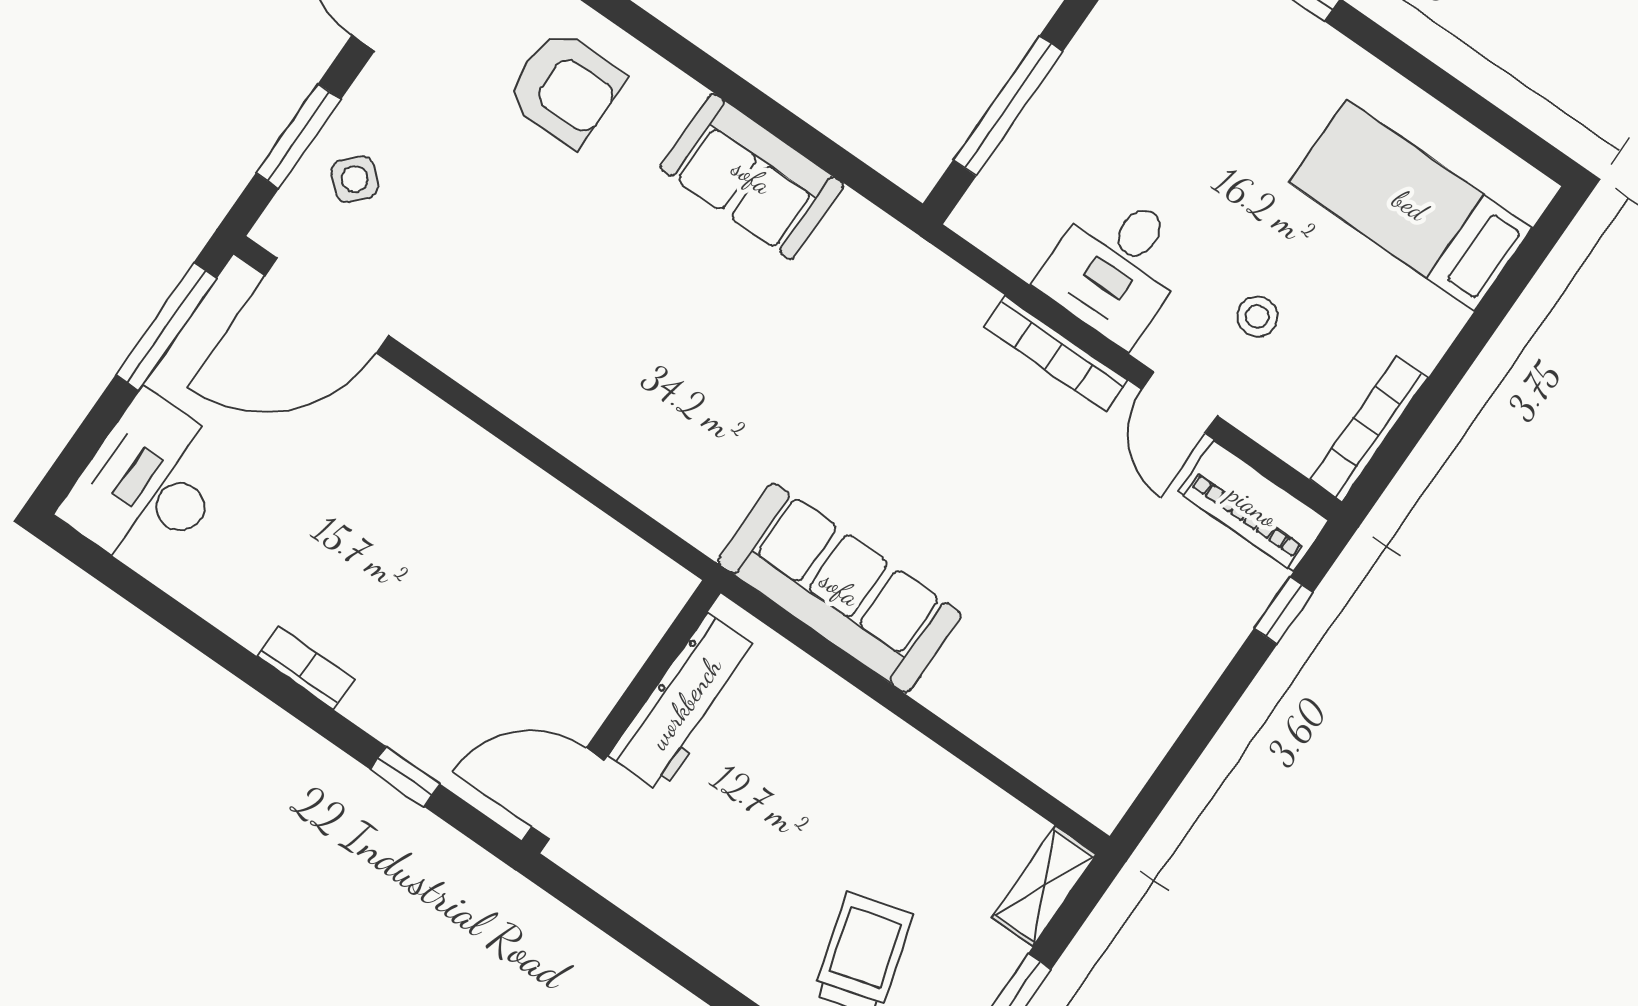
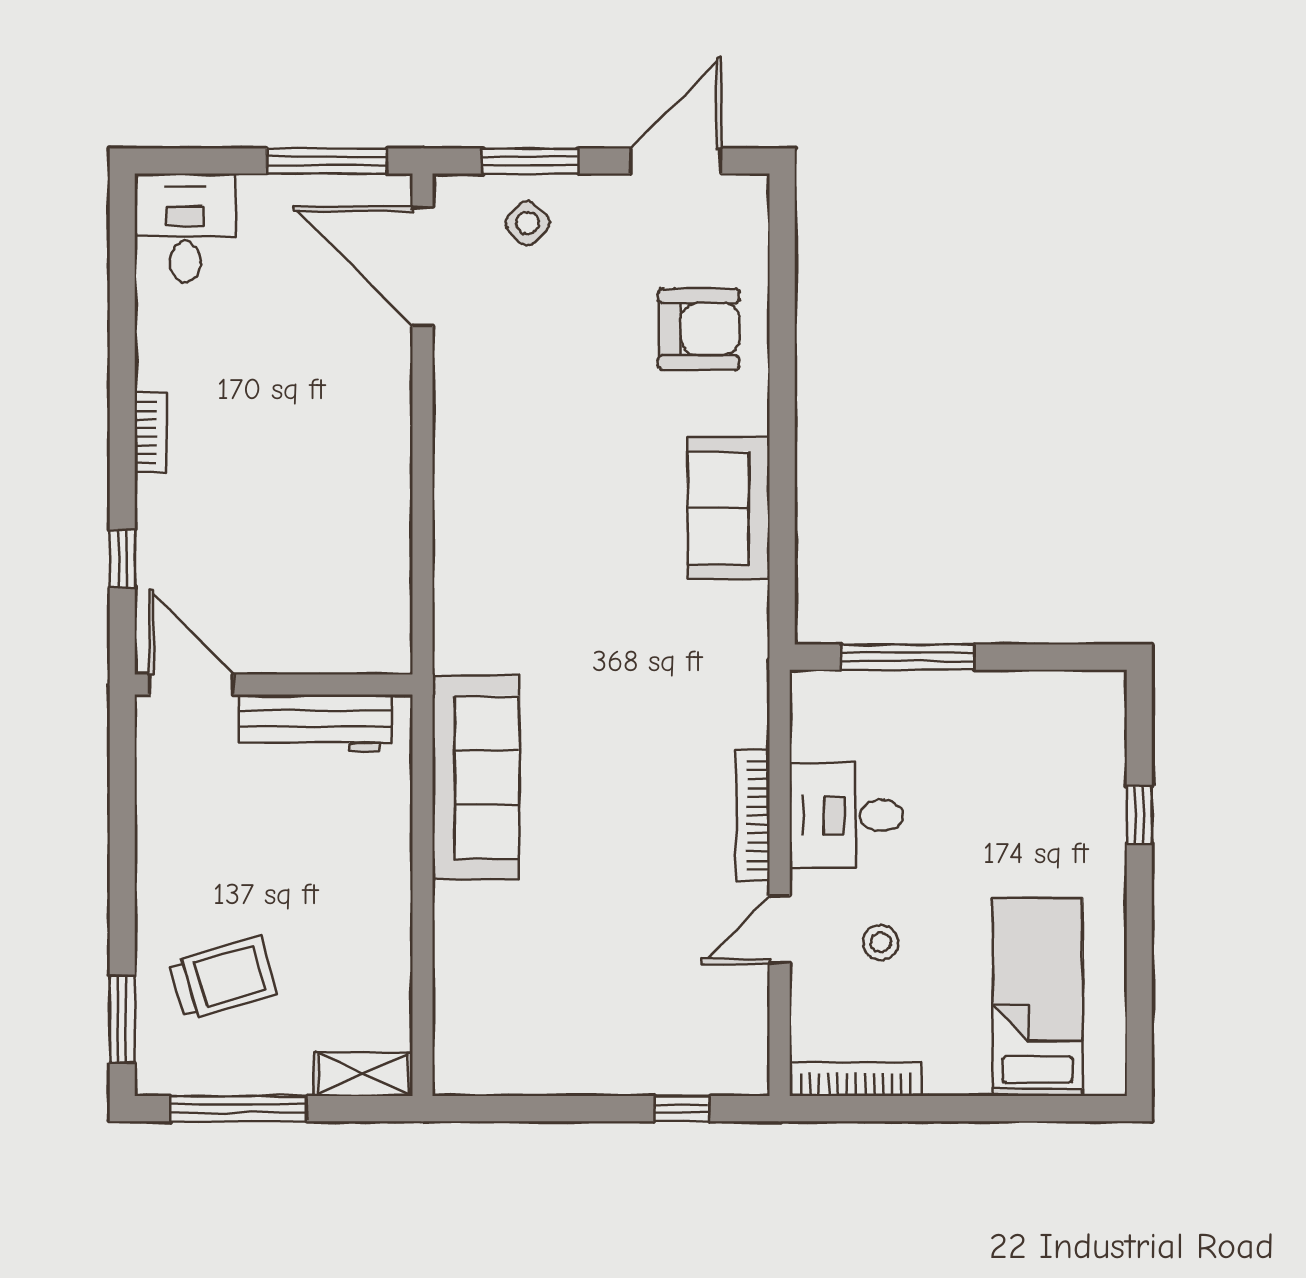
armchair: (565, 88) -> (699, 329), turned -90
desk: (149, 485) -> (185, 228), width x0.73
piano: (1253, 506) -> (742, 1034), removed

